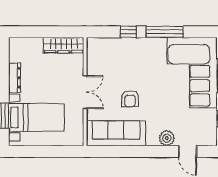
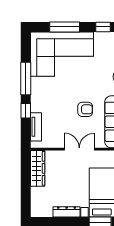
tv unit: (110, 43) -> (36, 127), added

